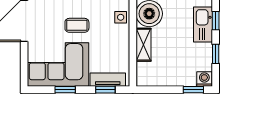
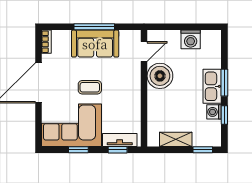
side table: (121, 17) -> (132, 79), removed
window: (216, 21) -> (224, 83), width x1.50
shelving: (144, 45) -> (176, 139), moved, turned 90
washing machine: (204, 79) -> (214, 112), moved, turned -90

